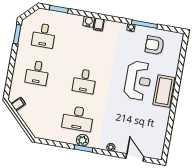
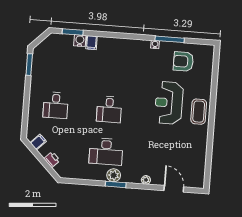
water cooler: (89, 22) -> (80, 41), moved
filing cabinet: (99, 24) -> (91, 43), moved
desk: (44, 36) -> (59, 63), removed
reception desk: (138, 81) -> (169, 103), turned 180
coffee table: (164, 91) -> (199, 112), width x0.73, depth x0.76
printer: (29, 121) -> (52, 160), added

